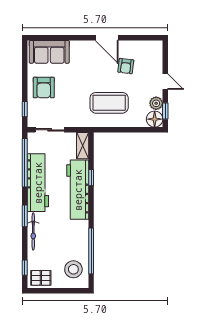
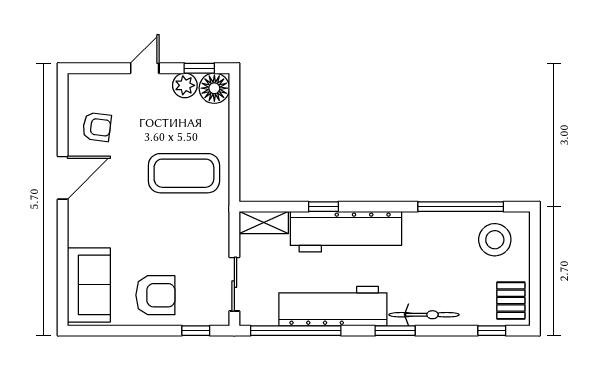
armchair: (126, 66) -> (97, 127), moved
coffee table: (109, 103) -> (184, 173), turned 90

